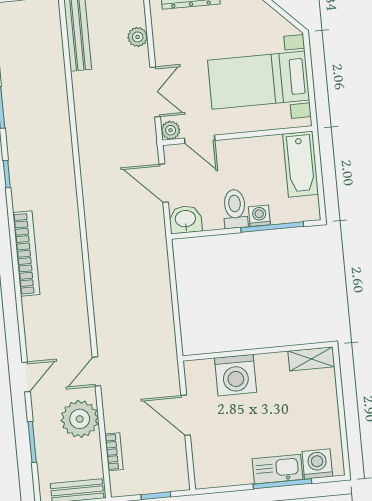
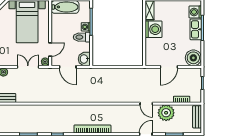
door: (164, 183) -> (68, 67), hinge flipped
washing machine: (236, 375) -> (154, 29), moved
door: (26, 377) -> (146, 134), hinge flipped
boiler: (212, 470) -> (193, 58), added

